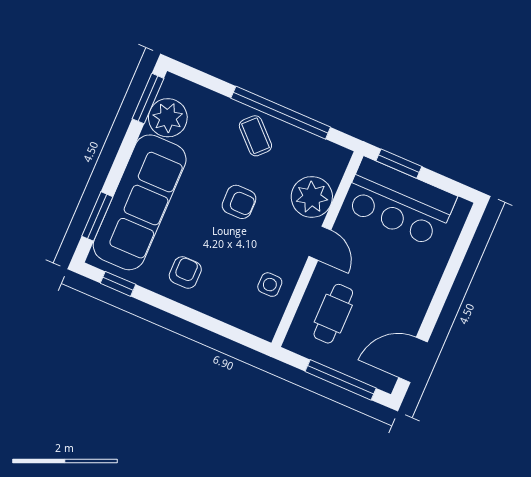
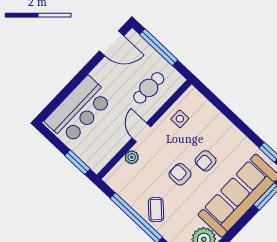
plant: (312, 197) -> (132, 157), width x0.53, depth x0.53
bar counter: (399, 202) -> (79, 110), moved, turned 90
armchair: (185, 272) -> (206, 161), moved

